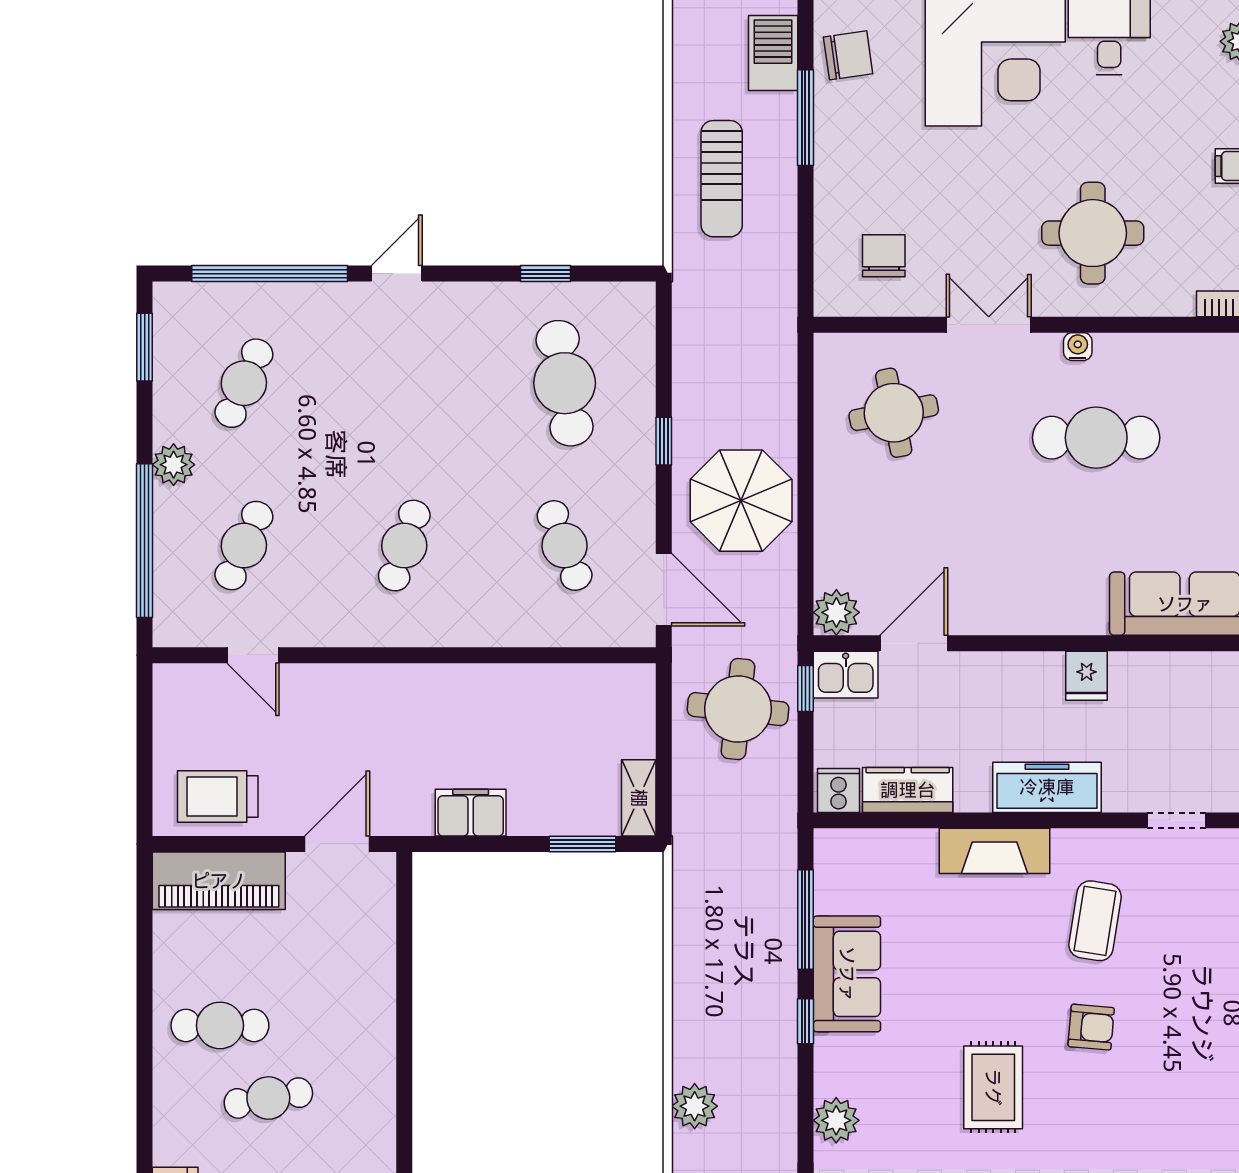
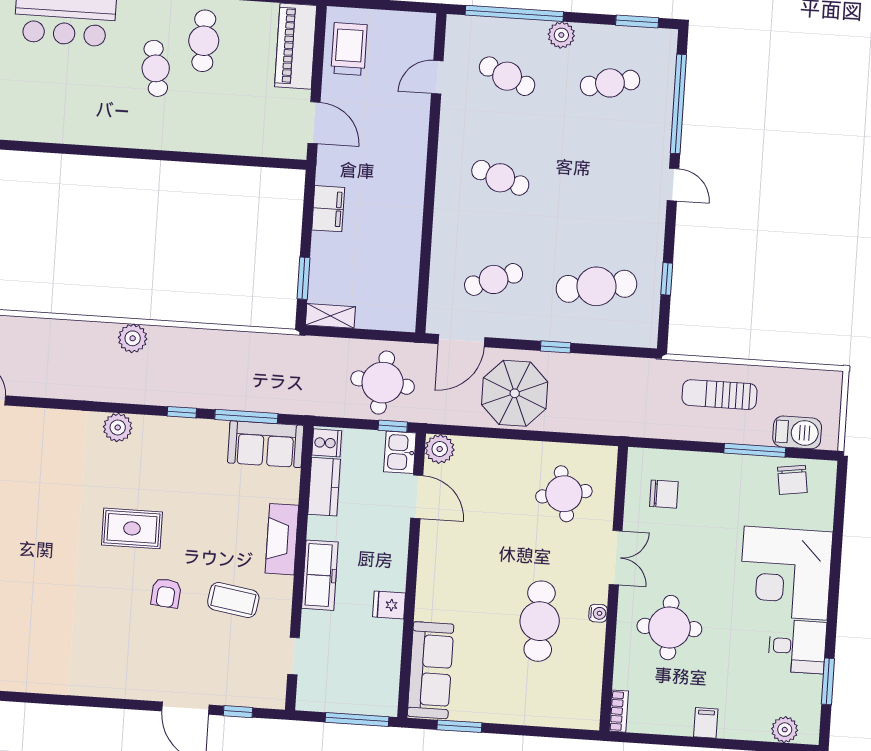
cafe table: (244, 383) -> (610, 83), turned -36
sofa: (847, 974) -> (266, 444), moved

